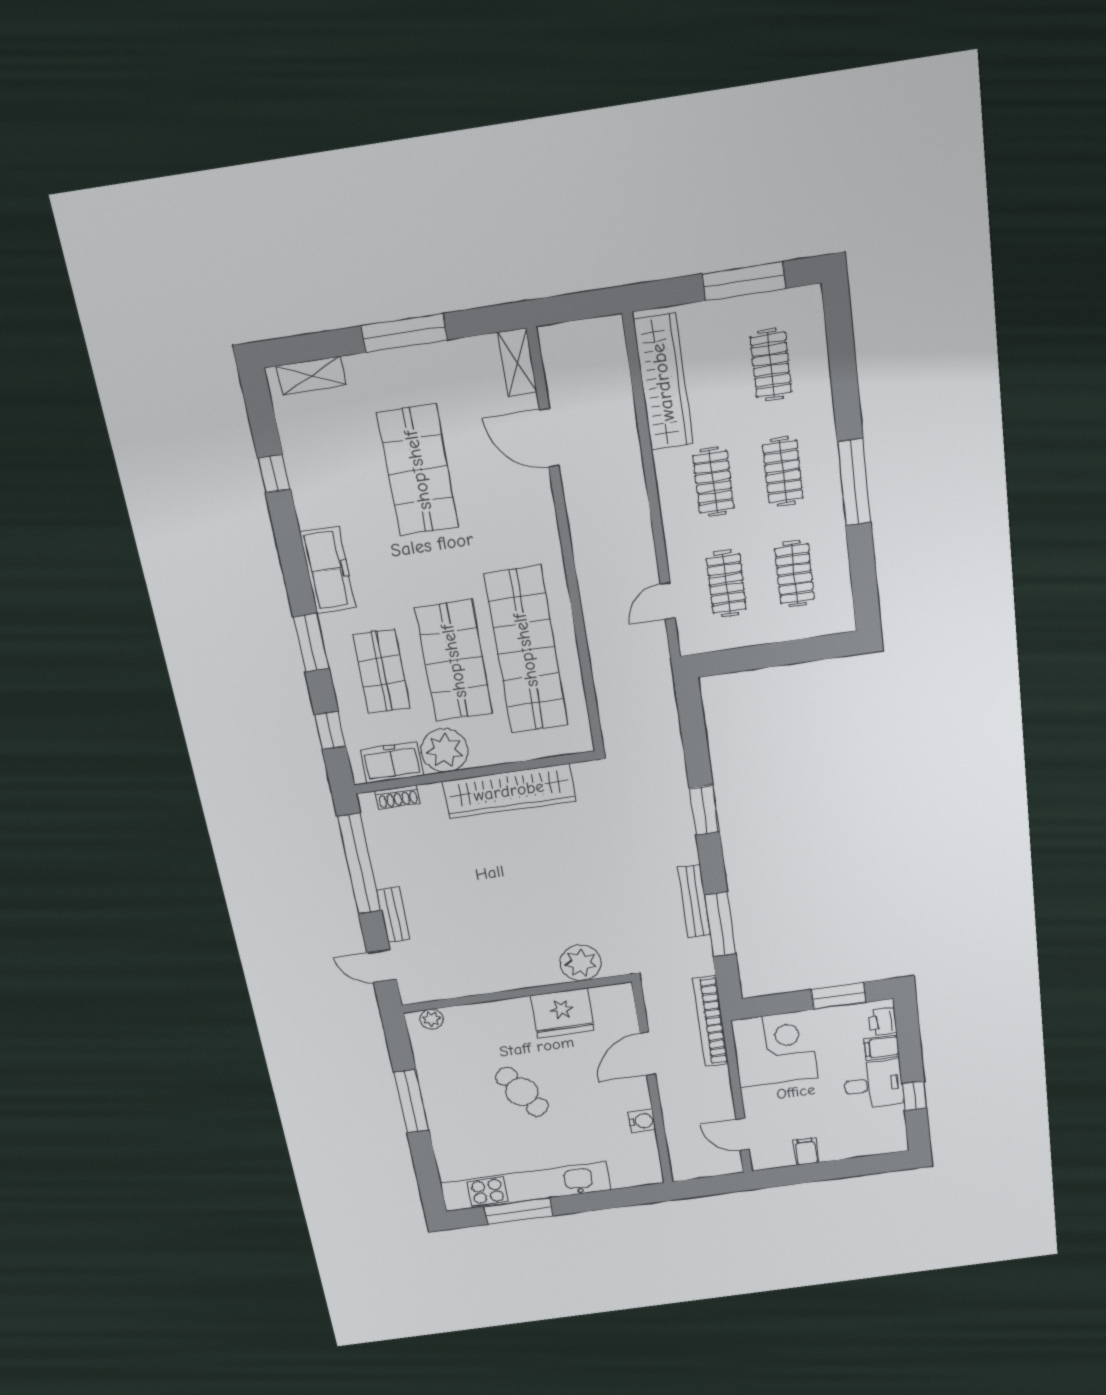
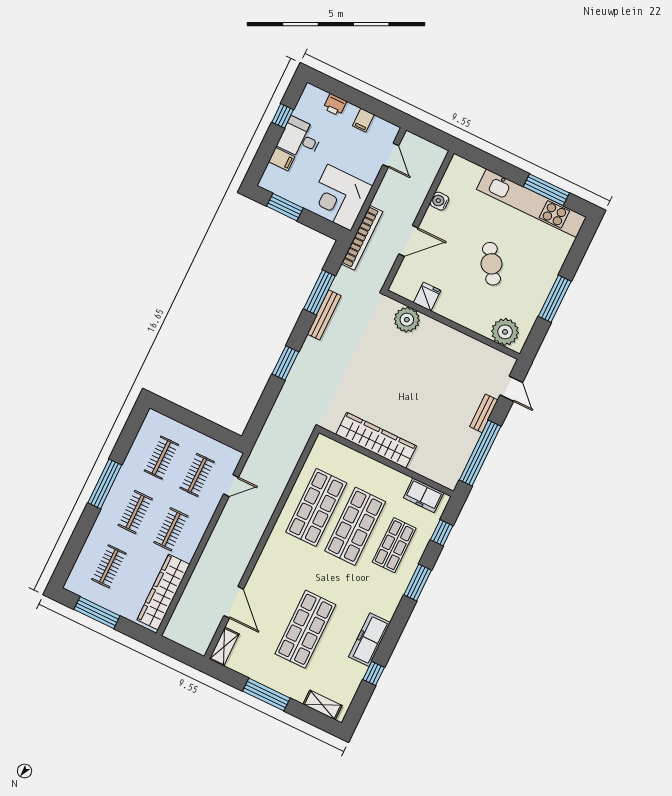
freezer: (328, 570) -> (369, 640), moved
shop shelf: (526, 650) -> (316, 507), width x0.71
plant: (445, 750) -> (393, 484), removed
shoe rack: (398, 797) -> (434, 475), removed
fridge: (562, 1013) -> (427, 297), width x0.53, depth x0.75
plant: (431, 1019) -> (505, 332), width x1.87, depth x1.87
printer: (883, 1022) -> (335, 105), moved, turned 90

